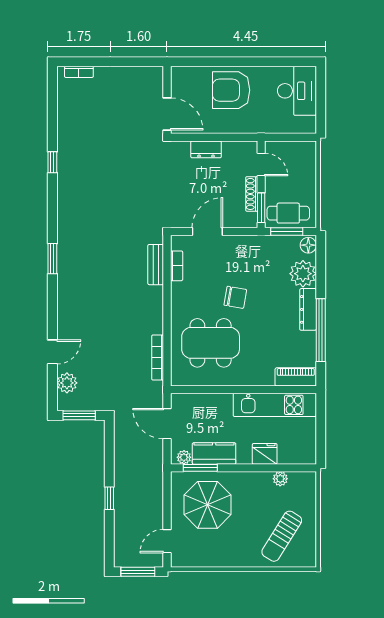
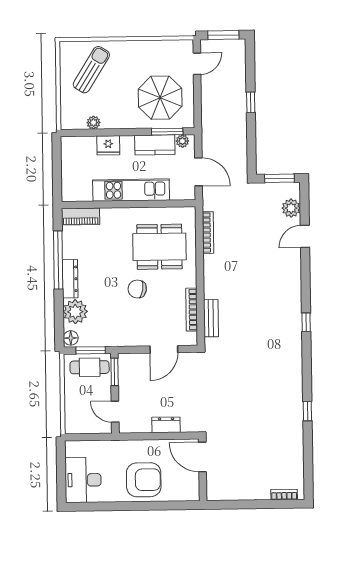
shoe rack: (252, 194) -> (123, 384), removed
window: (52, 259) -> (306, 322), width x0.67
bookcase: (177, 266) -> (192, 310), width x1.56
kitchen unit: (275, 405) -> (131, 190), moved

